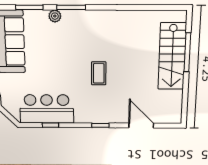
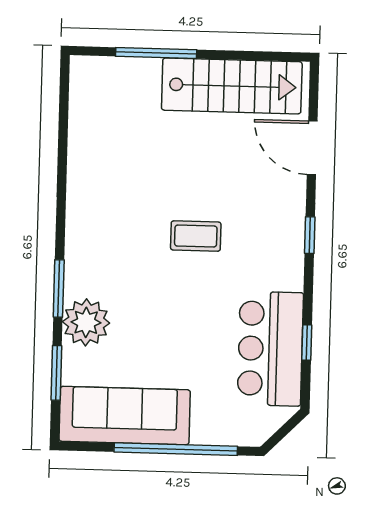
plant: (55, 16) -> (86, 322), width x1.87, depth x1.87
stairs: (172, 56) -> (232, 86), moved
door: (141, 126) -> (312, 148), hinge flipped

